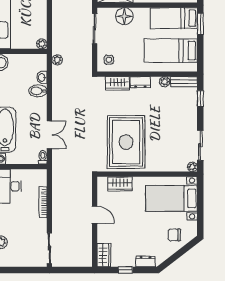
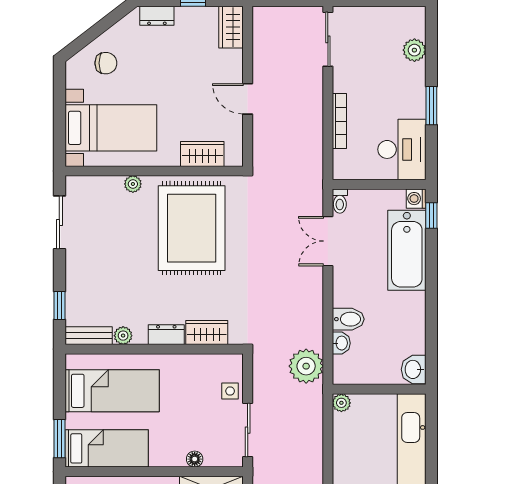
floor lamp: (124, 16) -> (195, 459), width x0.53, depth x0.53
plant: (57, 60) -> (306, 366), width x1.87, depth x1.87
side table: (109, 60) -> (230, 391), moved
plant: (192, 167) -> (133, 184), moved

